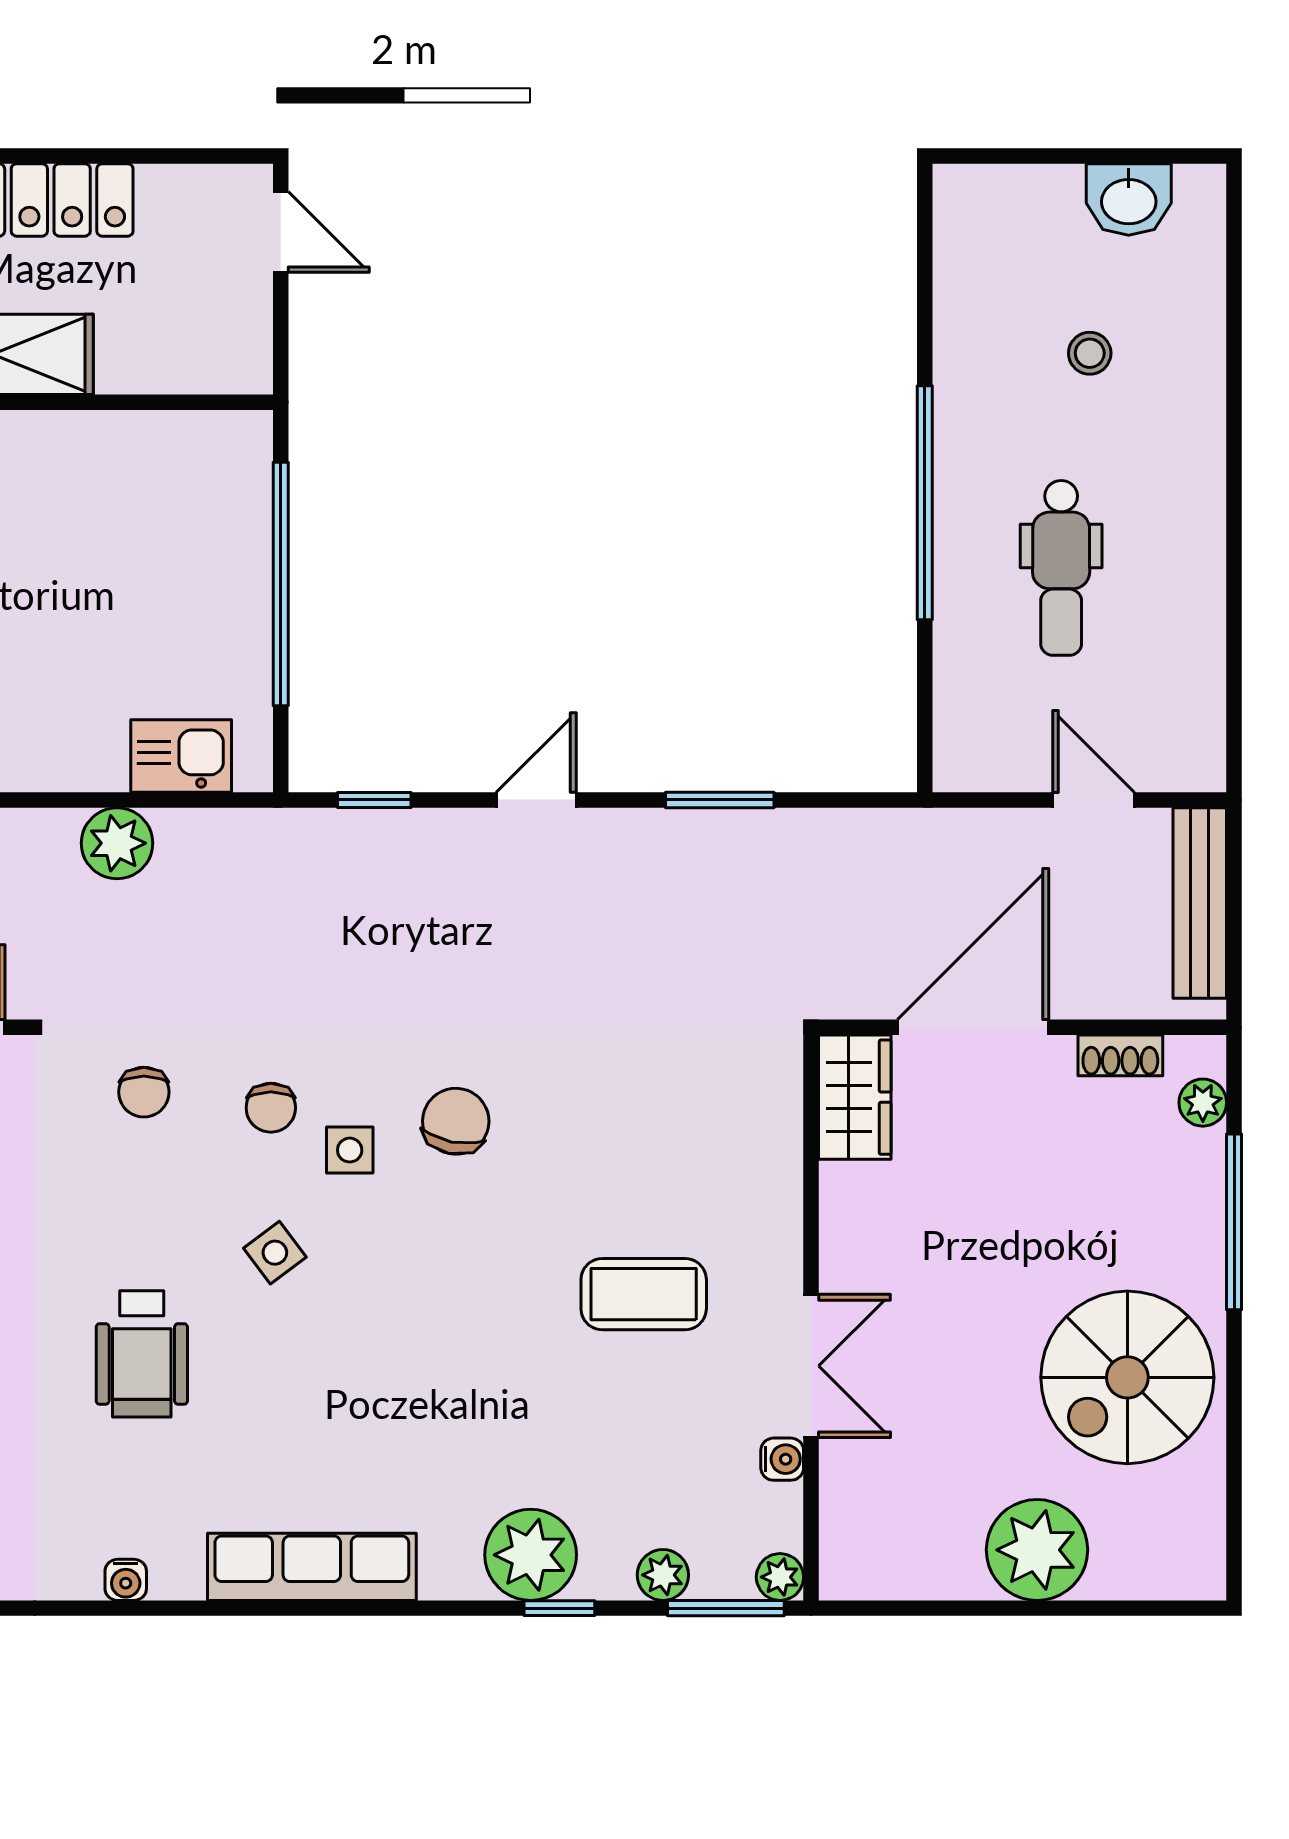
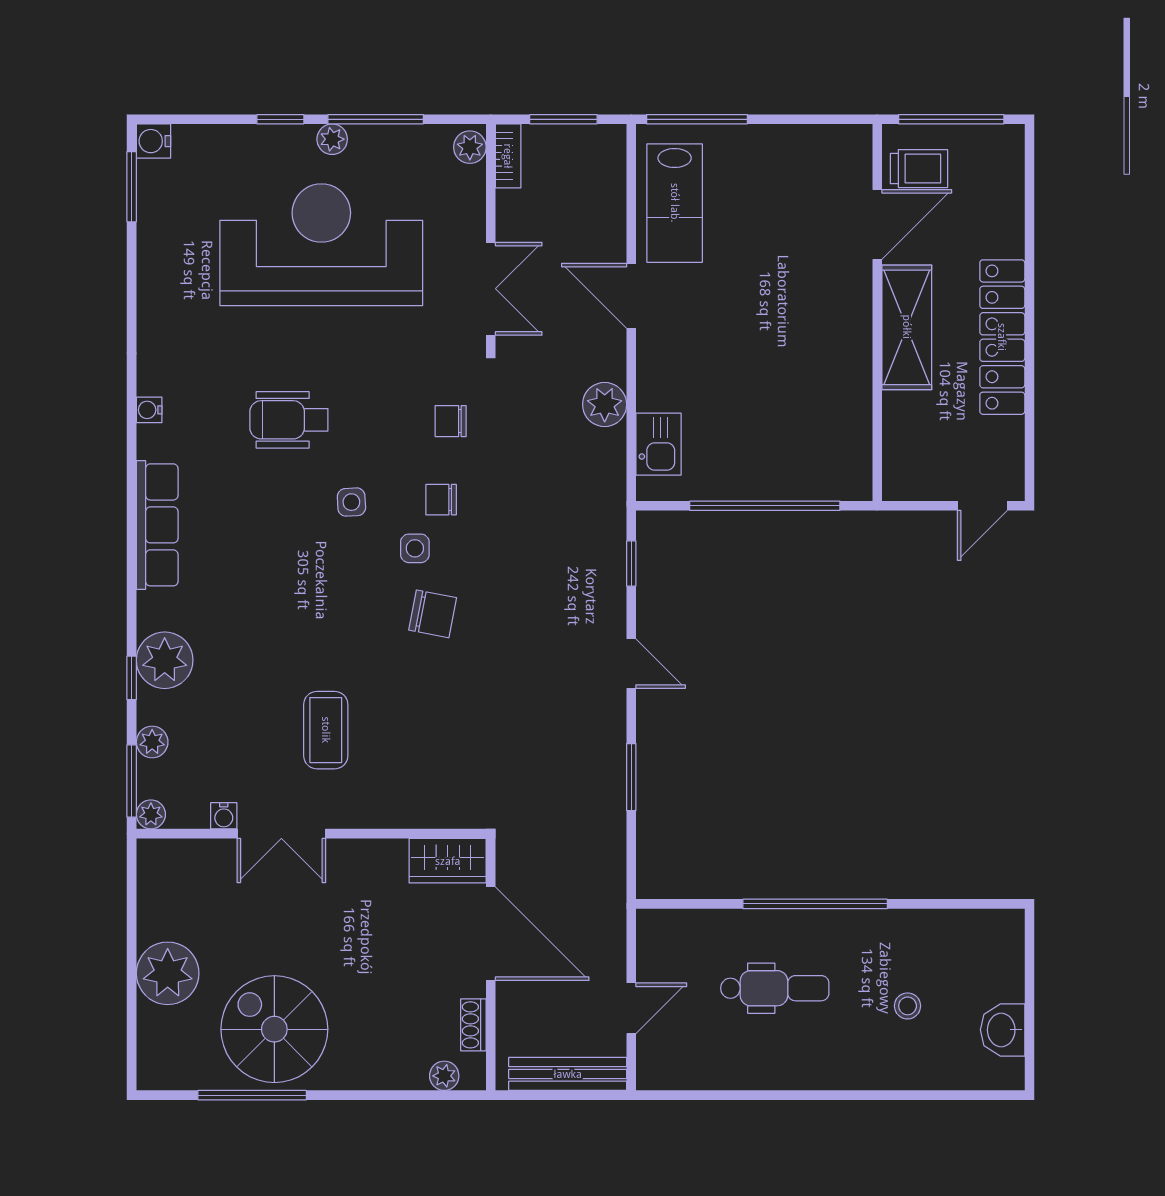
dental chair: (1061, 568) -> (775, 988), turned 180
window: (1234, 1222) -> (252, 1095), moved
side table: (275, 1253) -> (351, 502), turned 34

